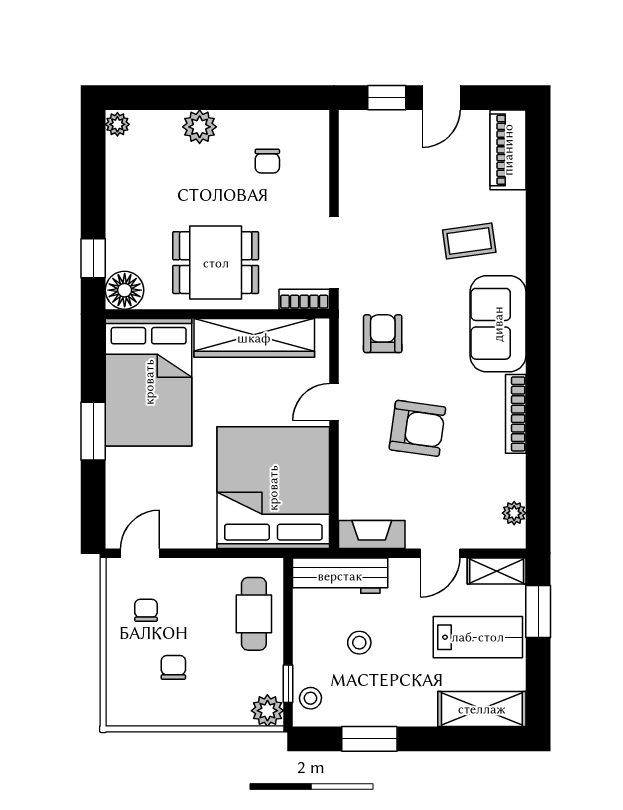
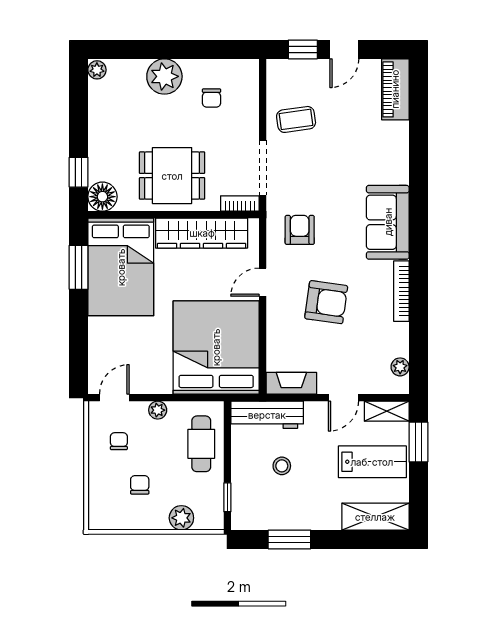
plant: (200, 127) -> (164, 76), width x1.36, depth x1.36
coffee table: (469, 241) -> (296, 119), moved
window: (93, 431) -> (79, 267), moved
plant: (197, 570) -> (158, 410), added
stool: (310, 698) -> (244, 508), removed
plant: (267, 711) -> (181, 518), moved

